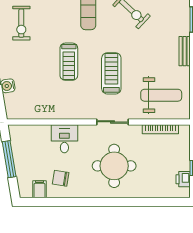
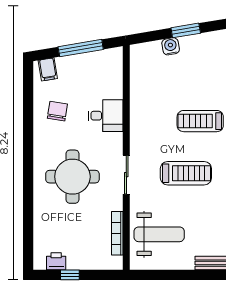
weight bench: (161, 95) -> (159, 234), turned -90
filing cabinet: (39, 189) -> (48, 69), moved, turned 81

